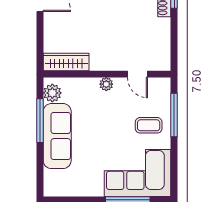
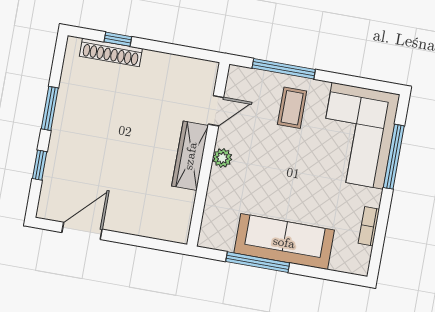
wardrobe: (66, 62) -> (190, 156), moved
plant: (52, 93) -> (221, 237), removed
bookcase: (78, 192) -> (369, 226), added

